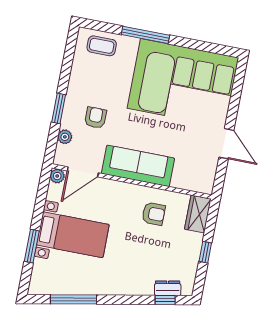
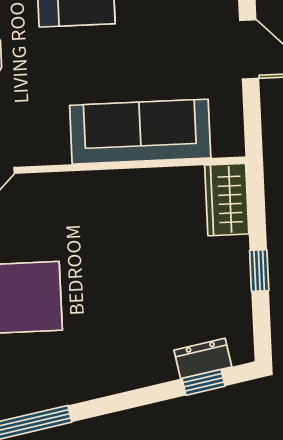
sofa: (138, 166) -> (140, 132), moved
armchair: (154, 214) -> (140, 220), removed

